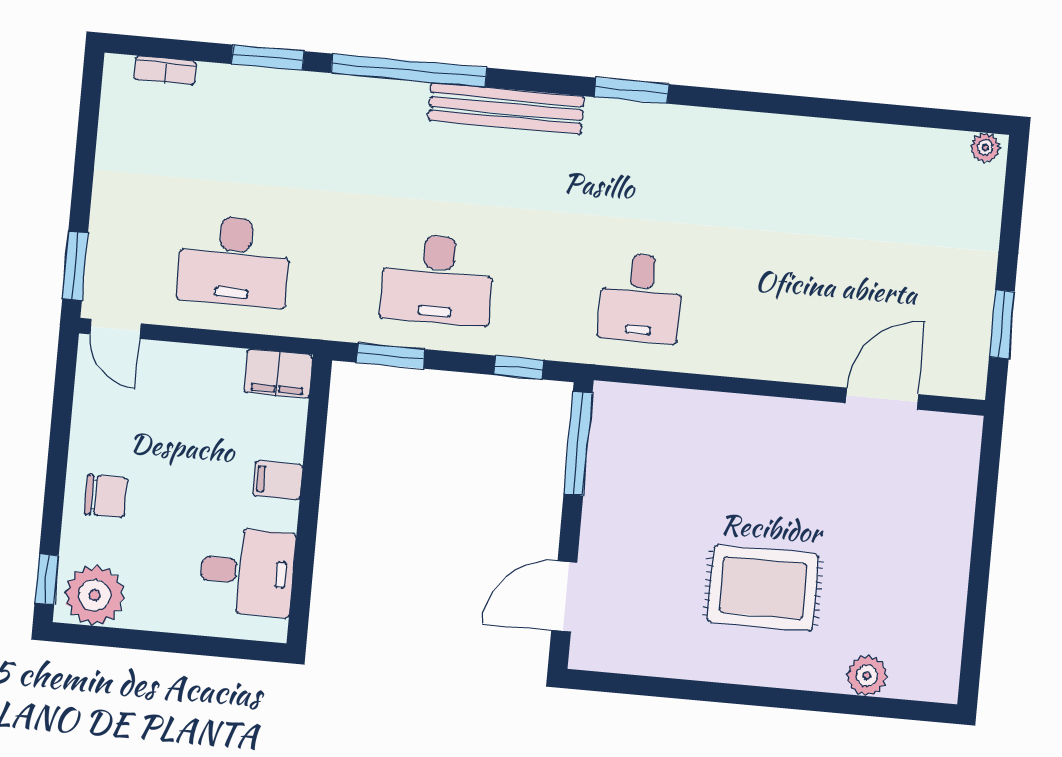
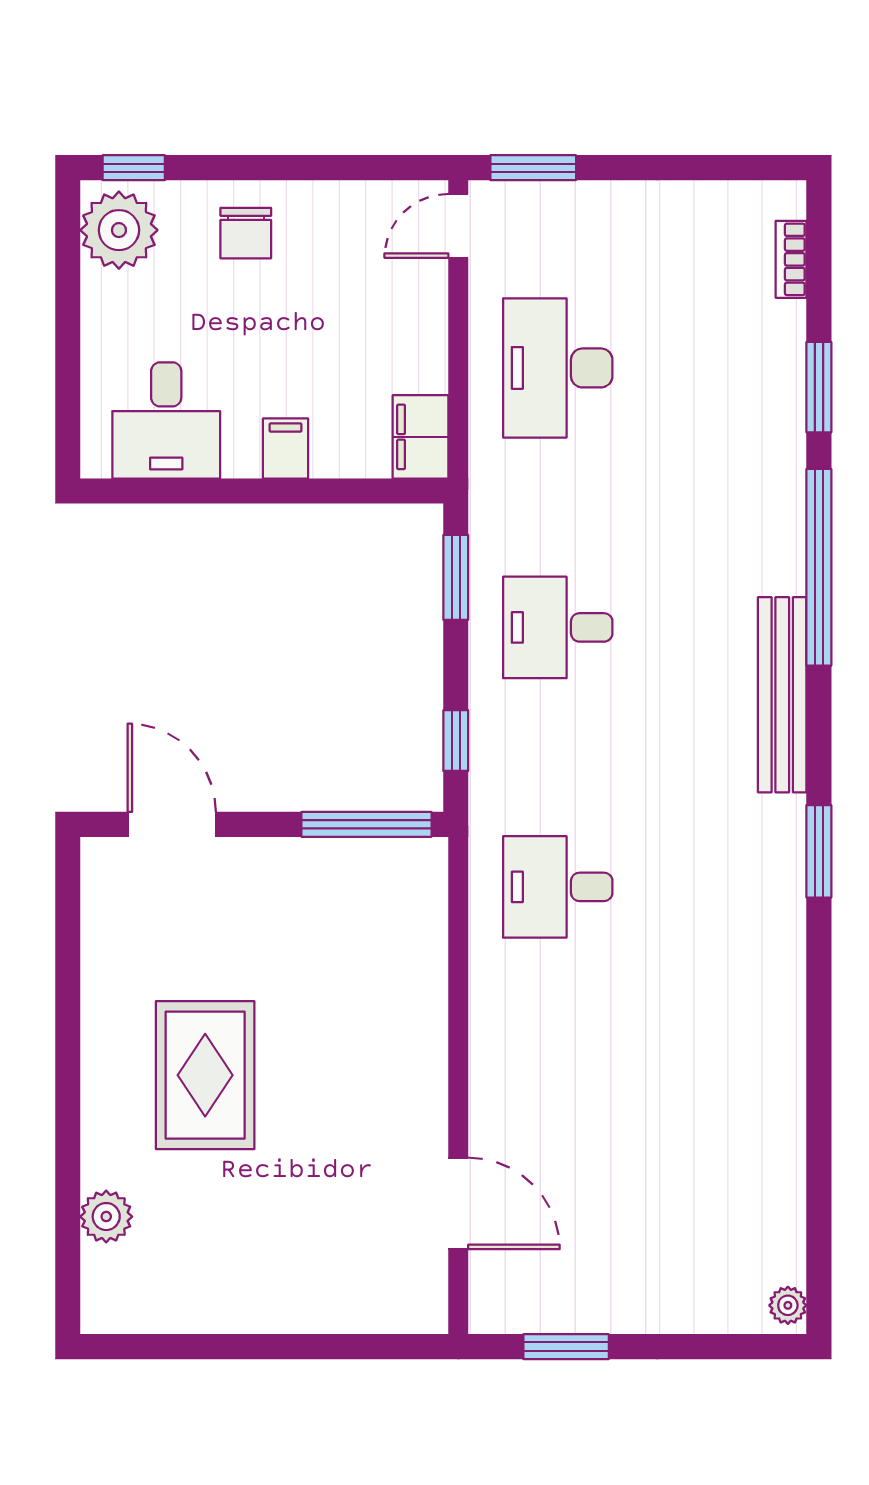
desk: (437, 279) -> (558, 627), width x0.73

